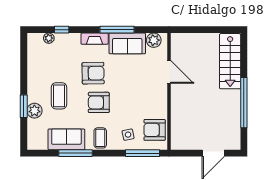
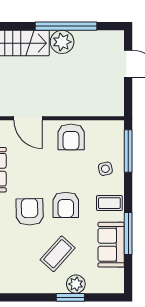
door: (169, 72) -> (28, 118), swing flipped
coffee table: (59, 96) -> (58, 254), turned -48
plant: (231, 99) -> (62, 42), added
armchair: (155, 130) -> (71, 137), moved

